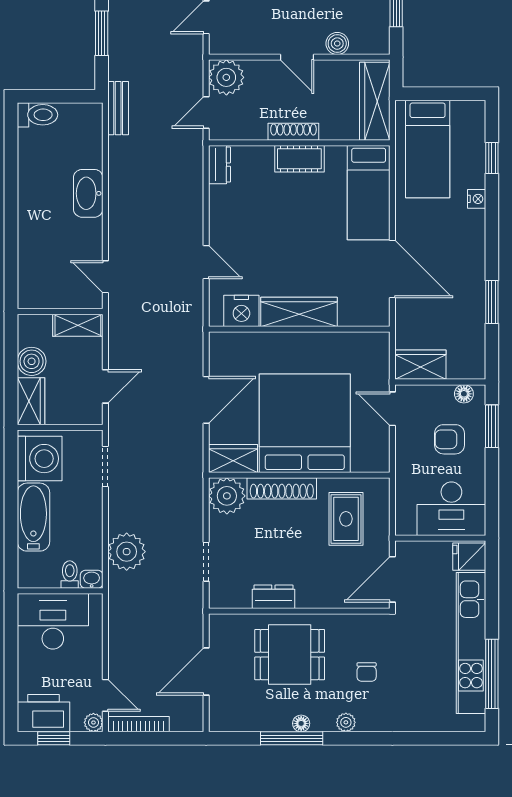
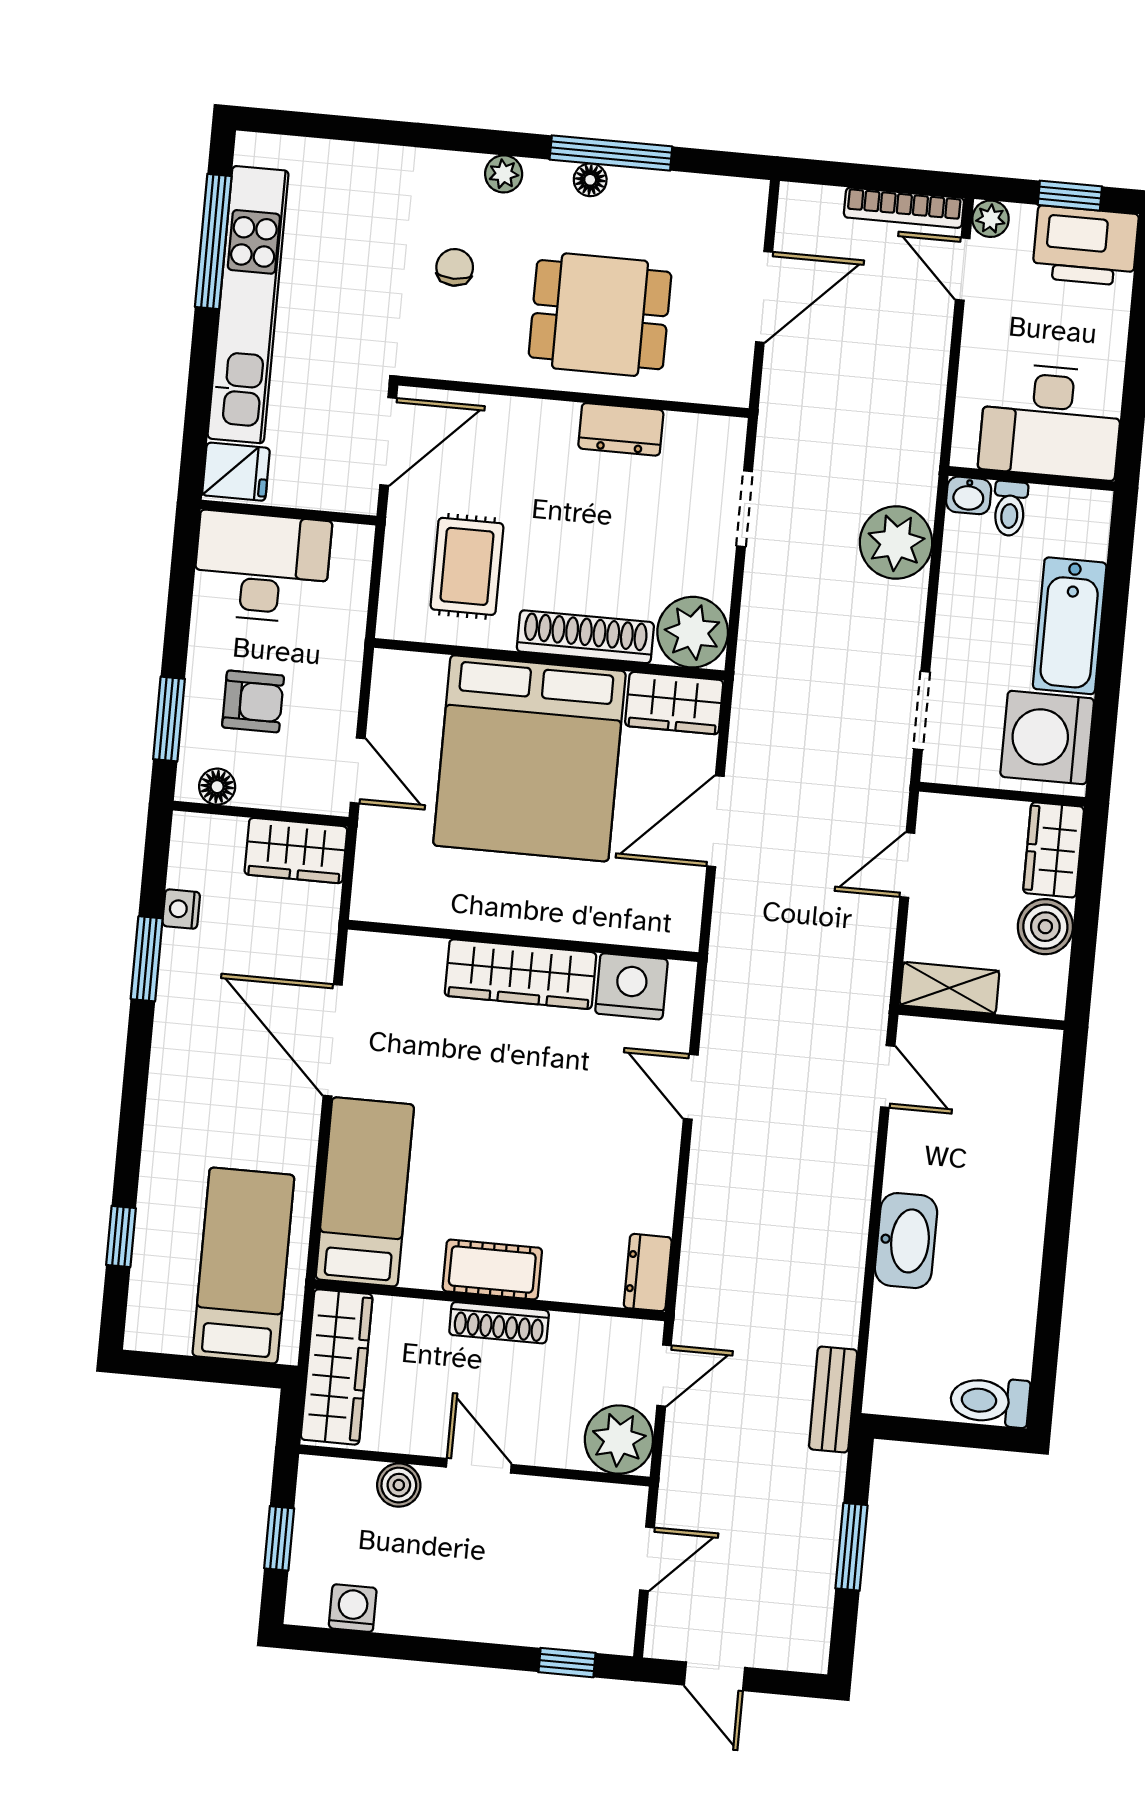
nightstand: (477, 199) -> (181, 909), moved

